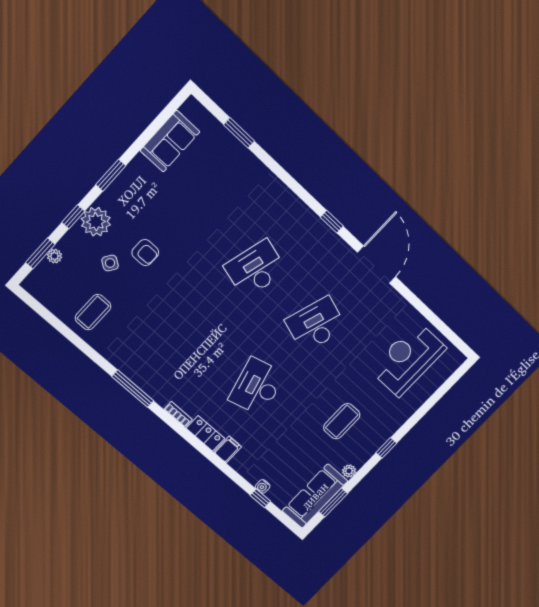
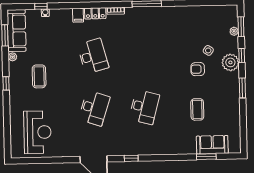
sofa: (170, 141) -> (212, 145), moved, turned 90
coffee table: (93, 312) -> (197, 109), moved

